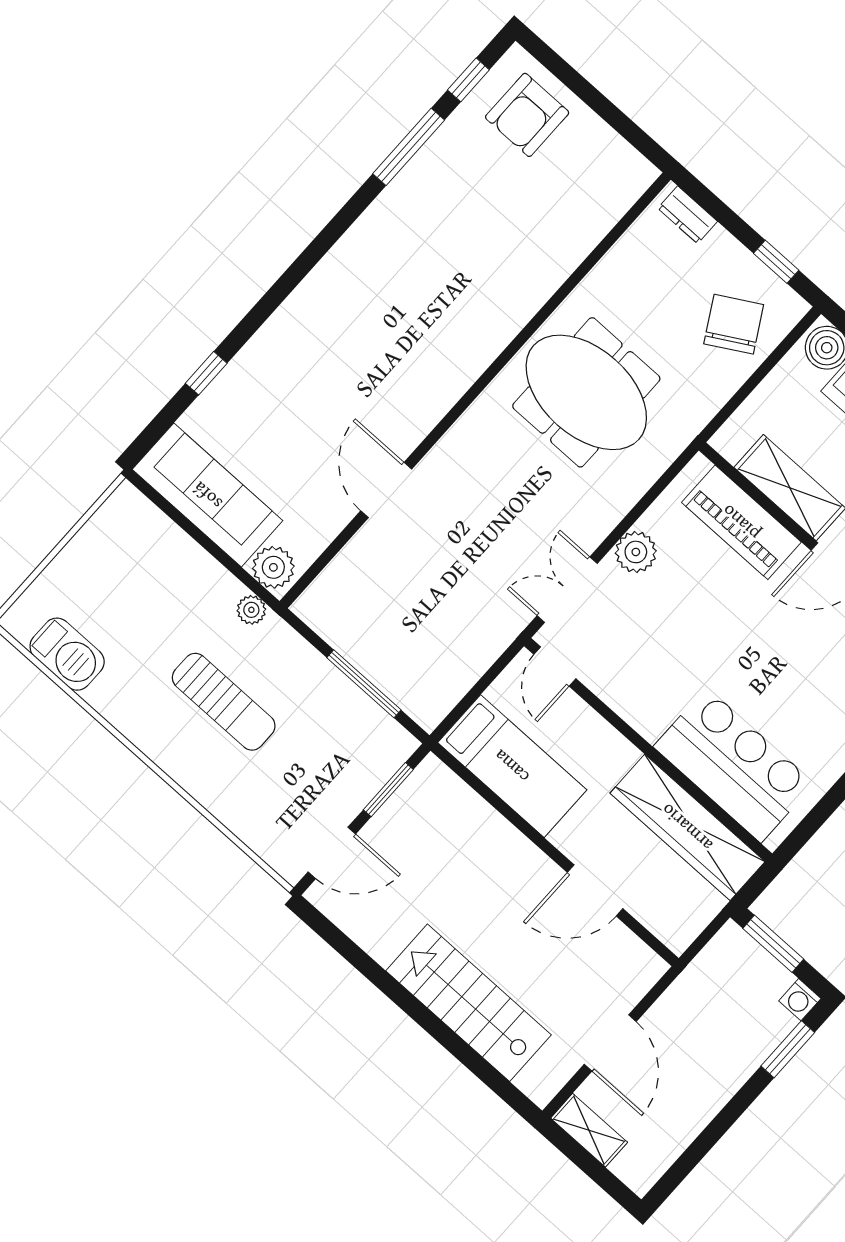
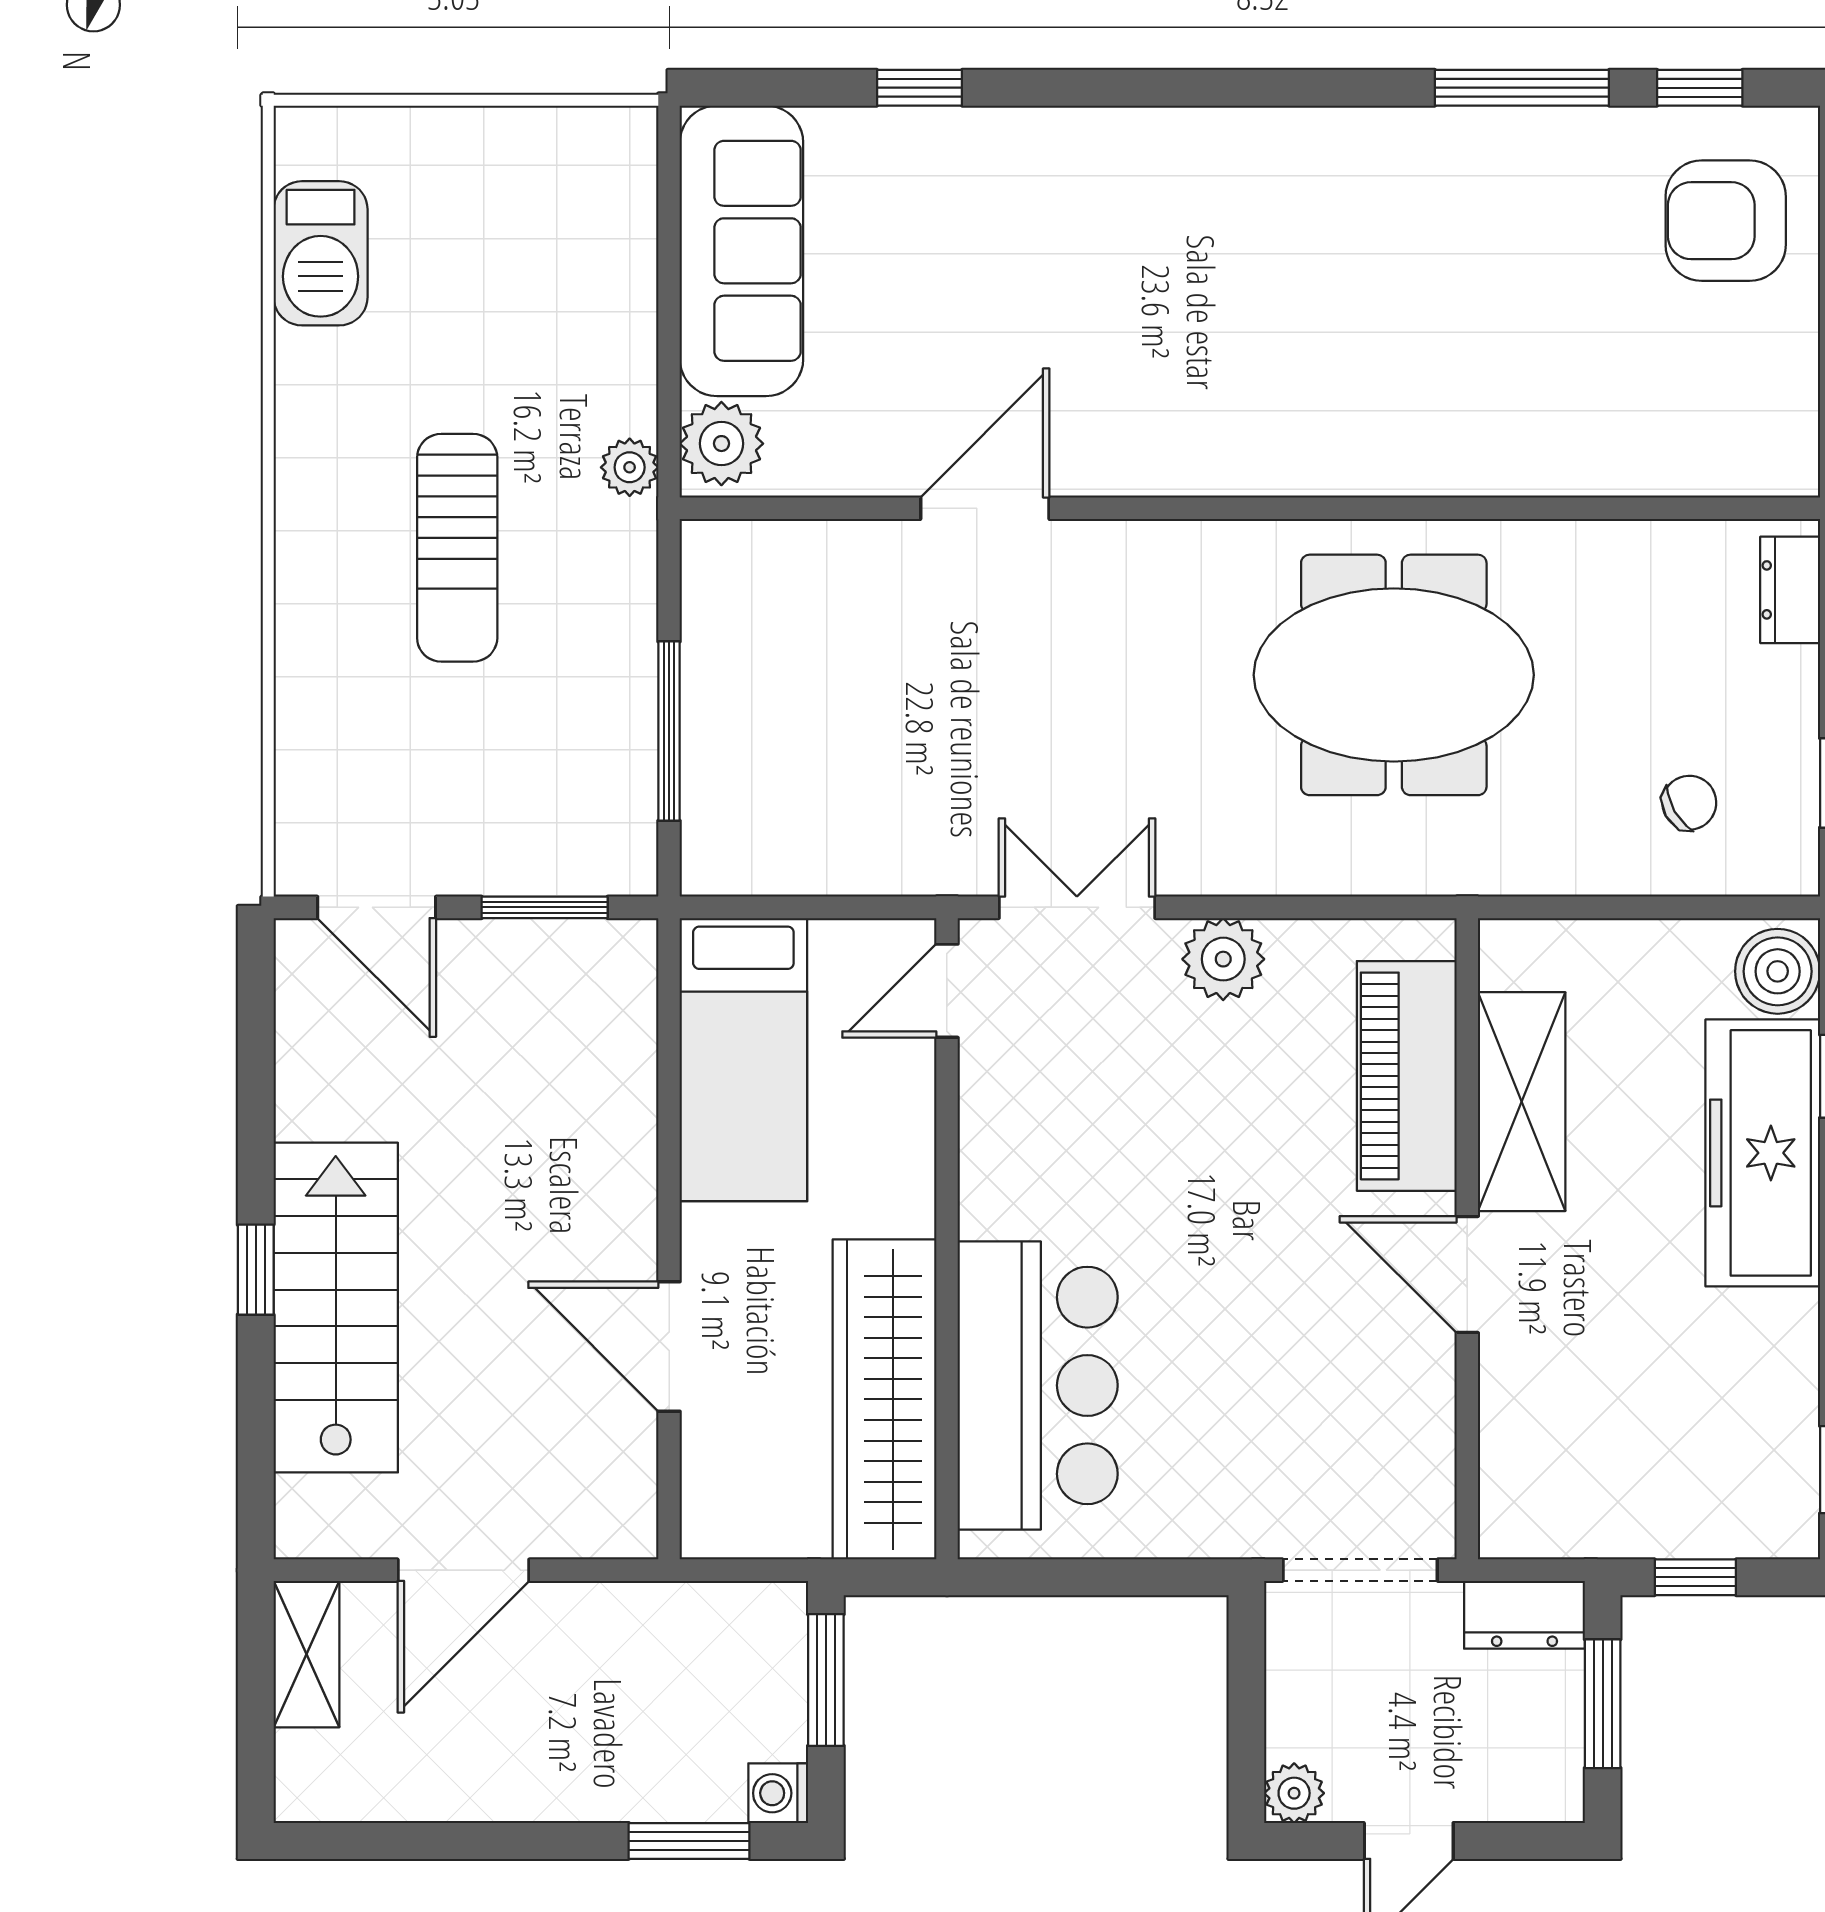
chair: (734, 324) -> (1689, 803), width x0.54, depth x0.54
meeting table: (586, 392) -> (1394, 675), turned 90
window: (427, 1020) -> (256, 1270), added

